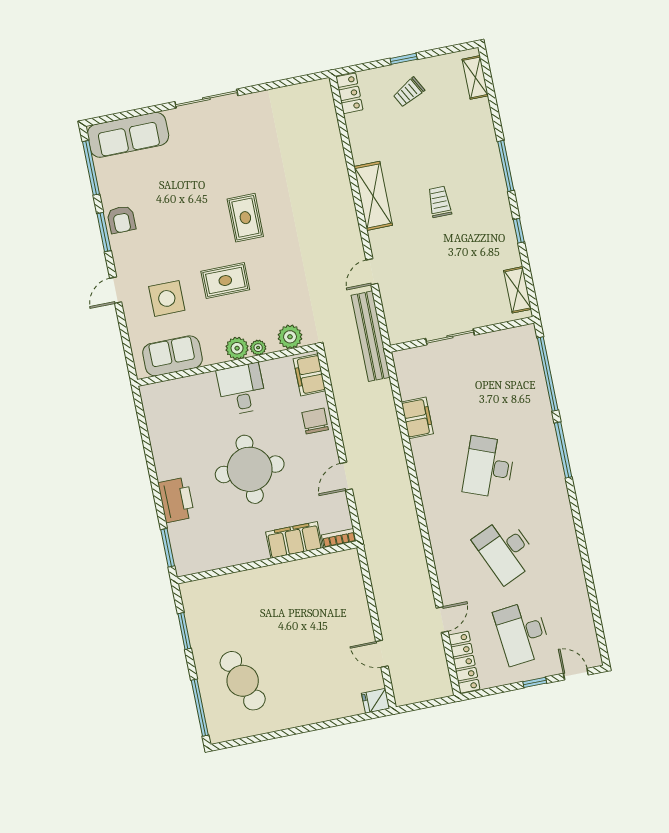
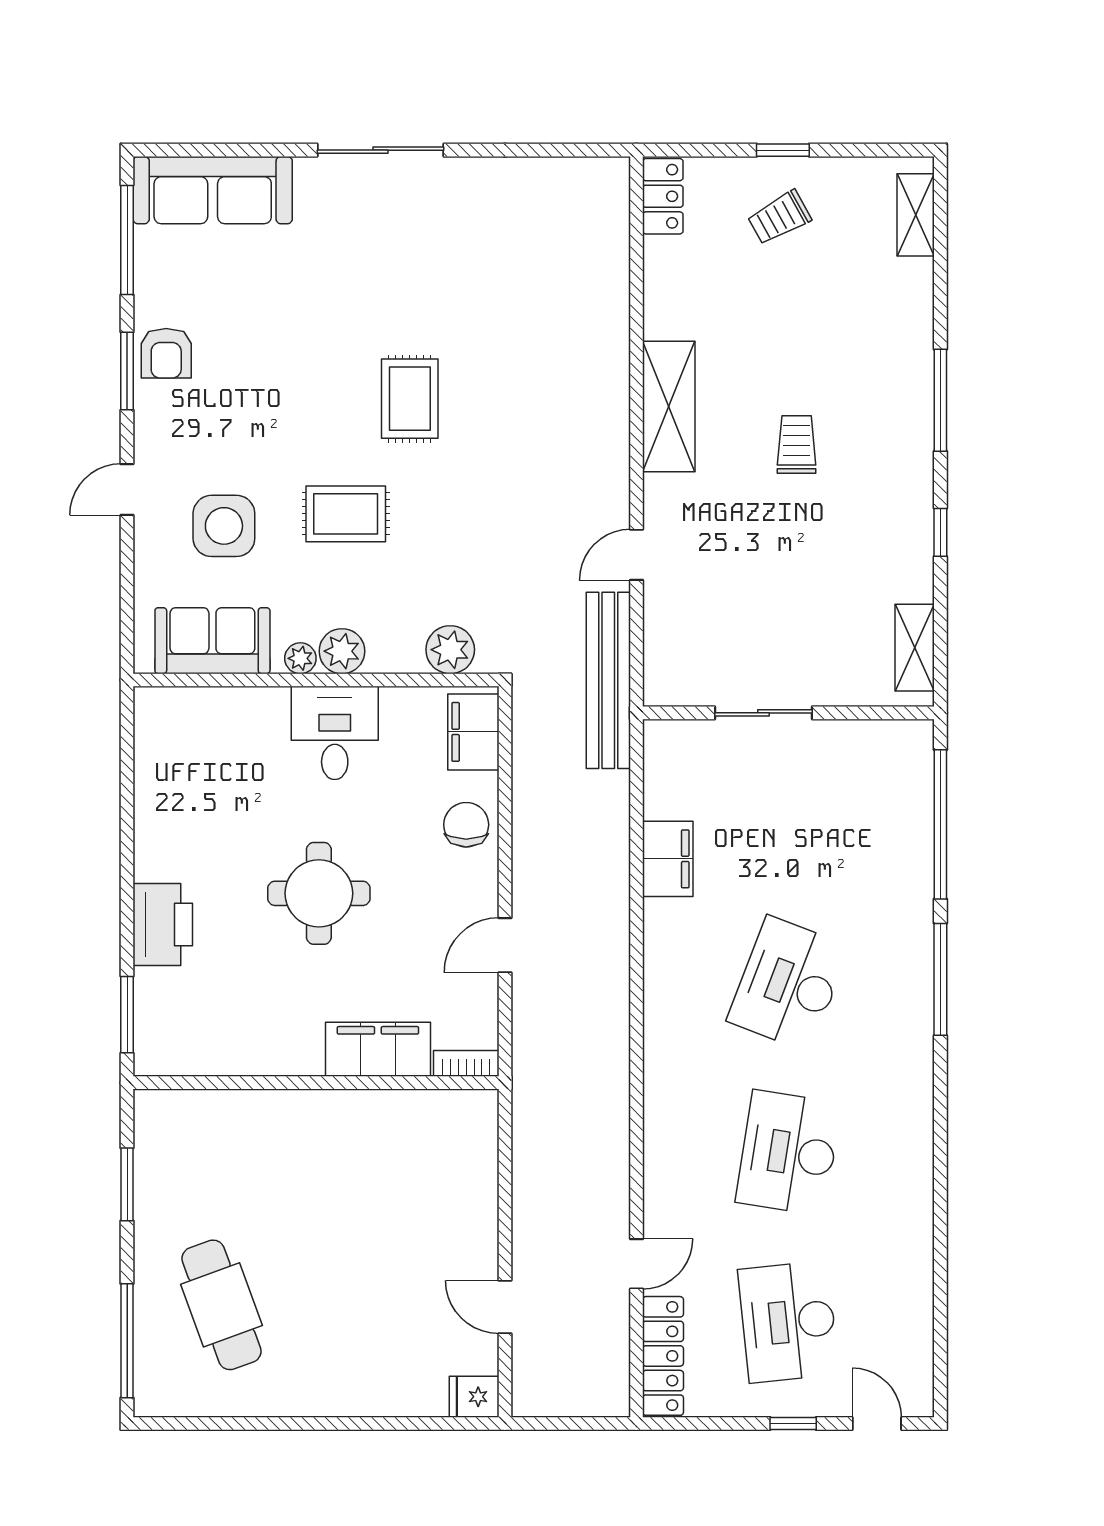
plant: (258, 348) -> (300, 658), moved
round table: (250, 469) -> (319, 893), width x0.73, depth x0.73
desk: (506, 550) -> (788, 1153), turned 33

